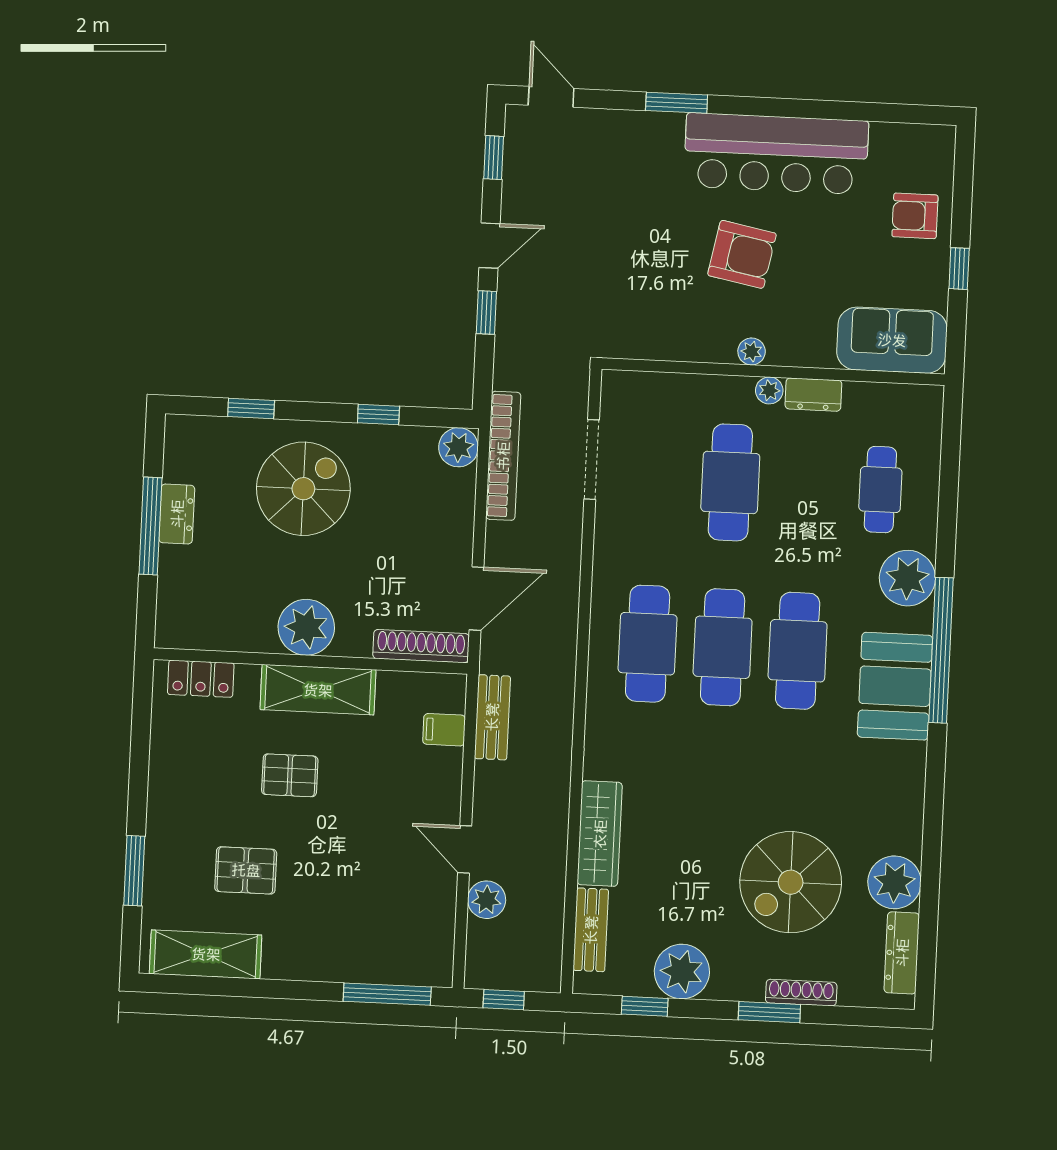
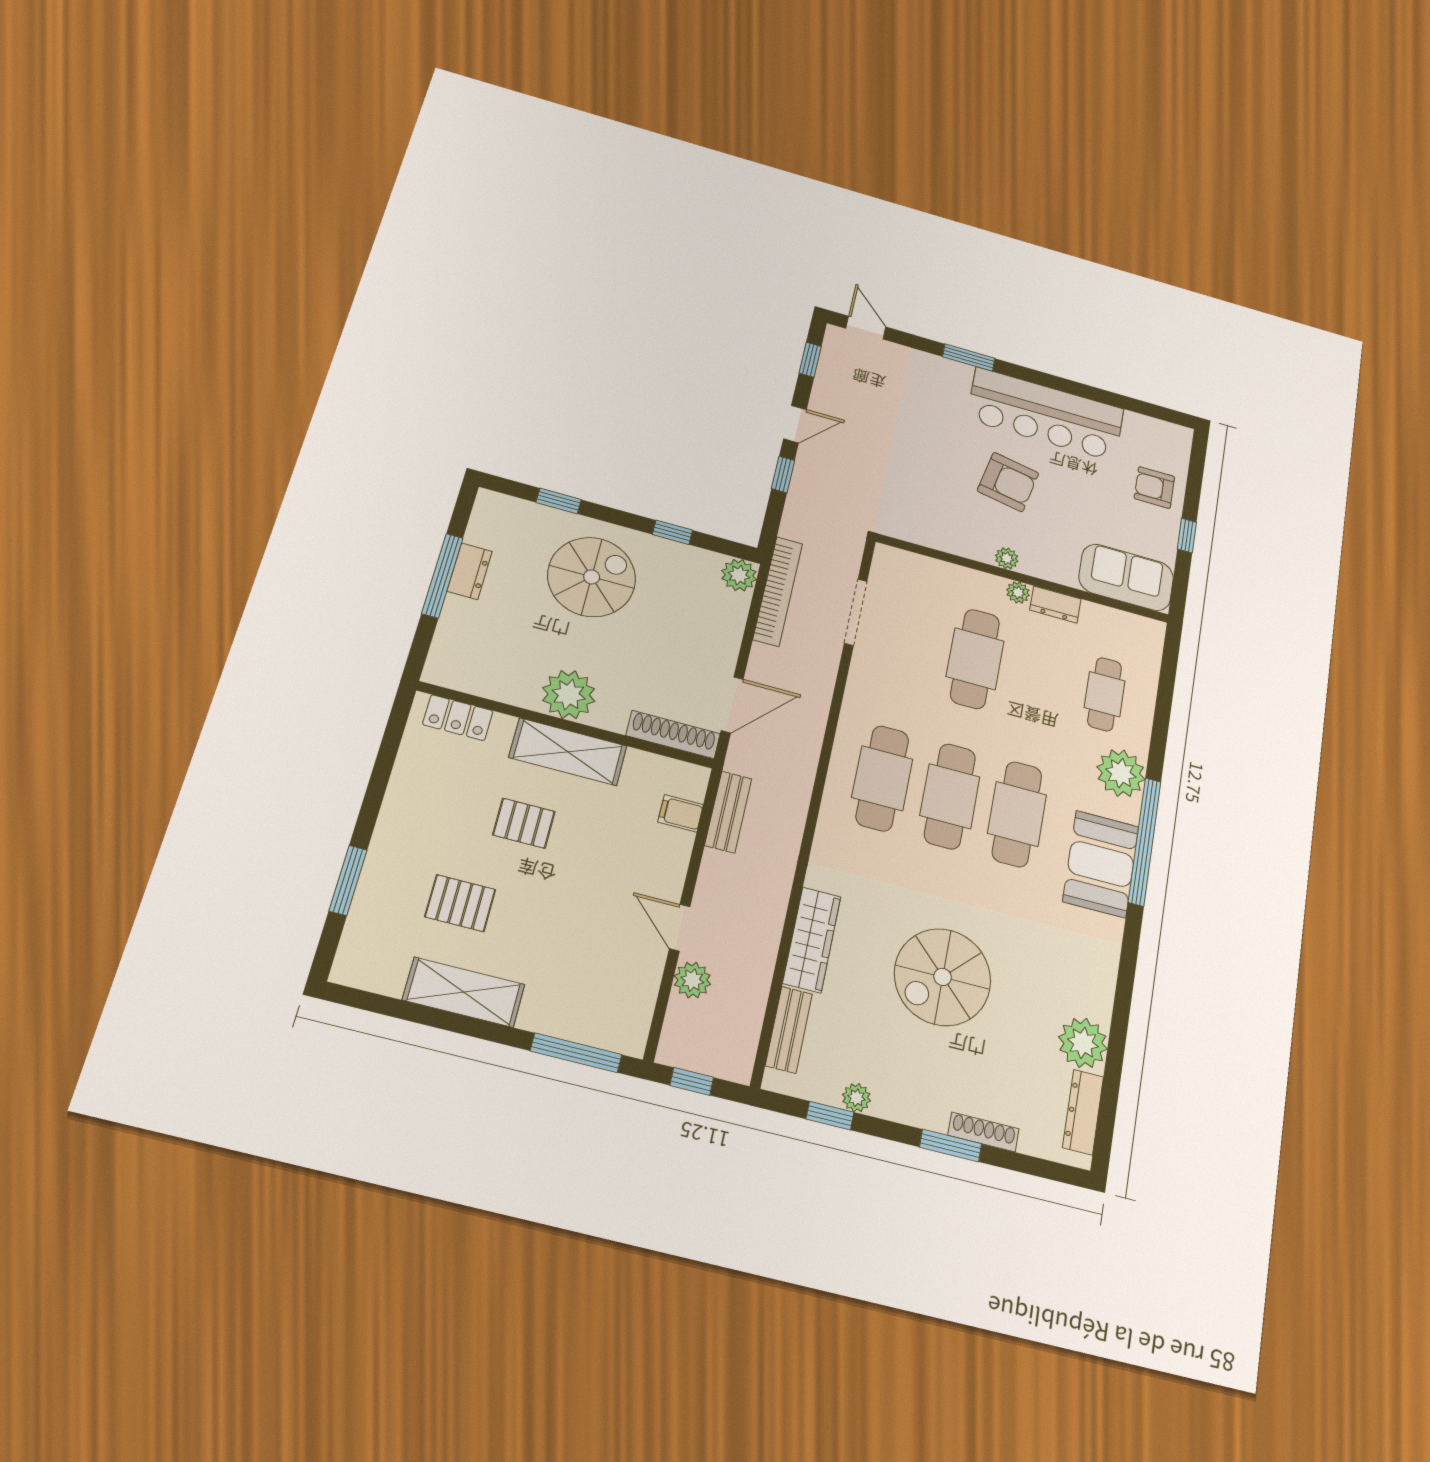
spiral stairs: (791, 882) -> (943, 977), moved
shelving: (206, 954) -> (464, 992), moved
plant: (682, 971) -> (856, 1098), width x0.53, depth x0.53

